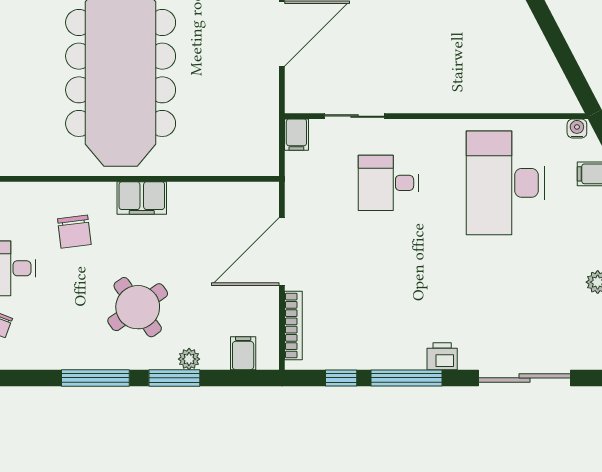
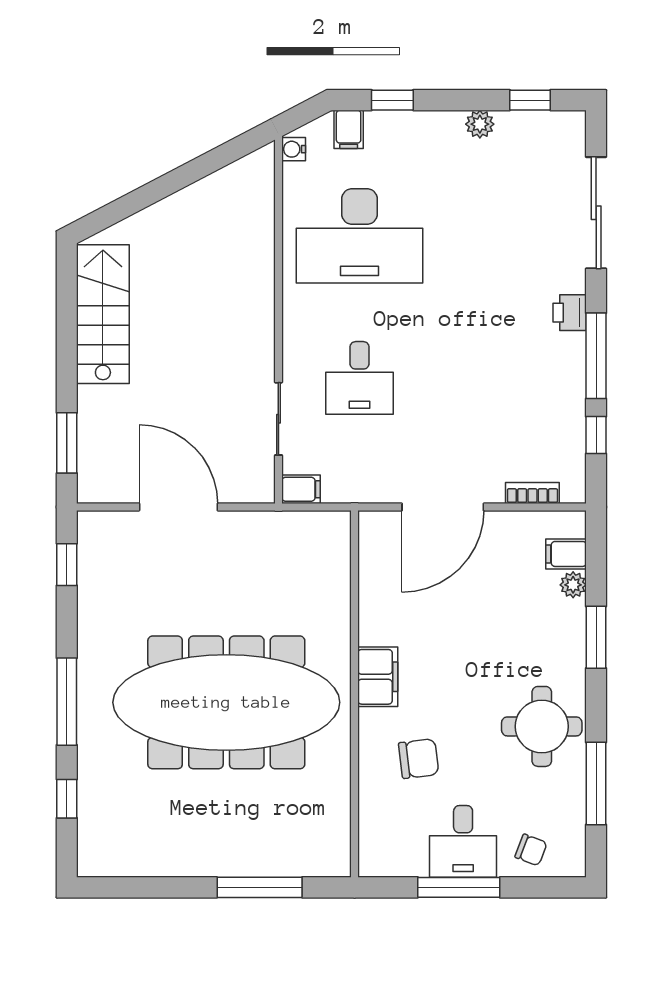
door: (282, 252) -> (443, 507), hinge flipped
round table: (138, 307) -> (542, 726), moved, turned 35
bookcase: (293, 326) -> (532, 493), width x0.64
plant: (189, 359) -> (573, 585), moved
window: (95, 378) -> (596, 784), moved

